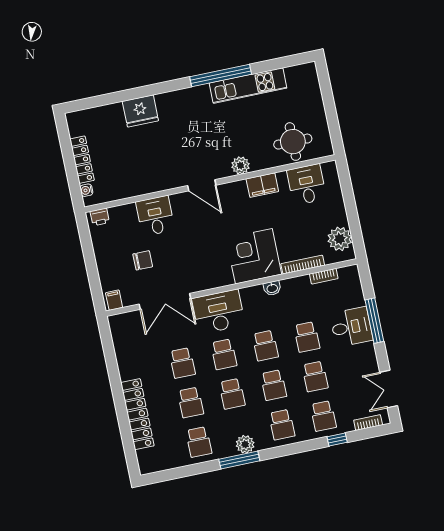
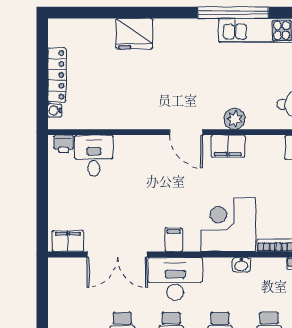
filing cabinet: (262, 185) -> (228, 146), moved
desk: (155, 216) -> (94, 156), moved
chair: (143, 260) -> (102, 203), removed
filing cabinet: (210, 279) -> (174, 240), added
filing cabinet: (114, 300) -> (68, 241), width x2.00

